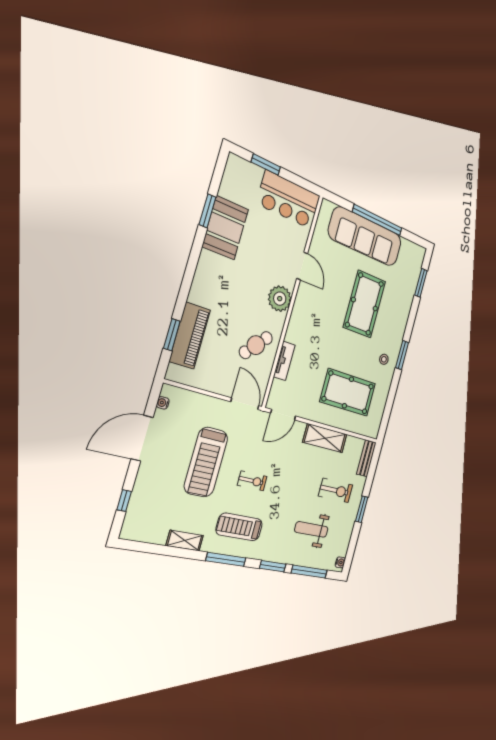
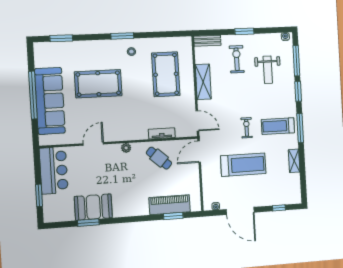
plant: (280, 299) -> (126, 148), width x0.53, depth x0.53
treadmill: (239, 527) -> (278, 126), turned 90

